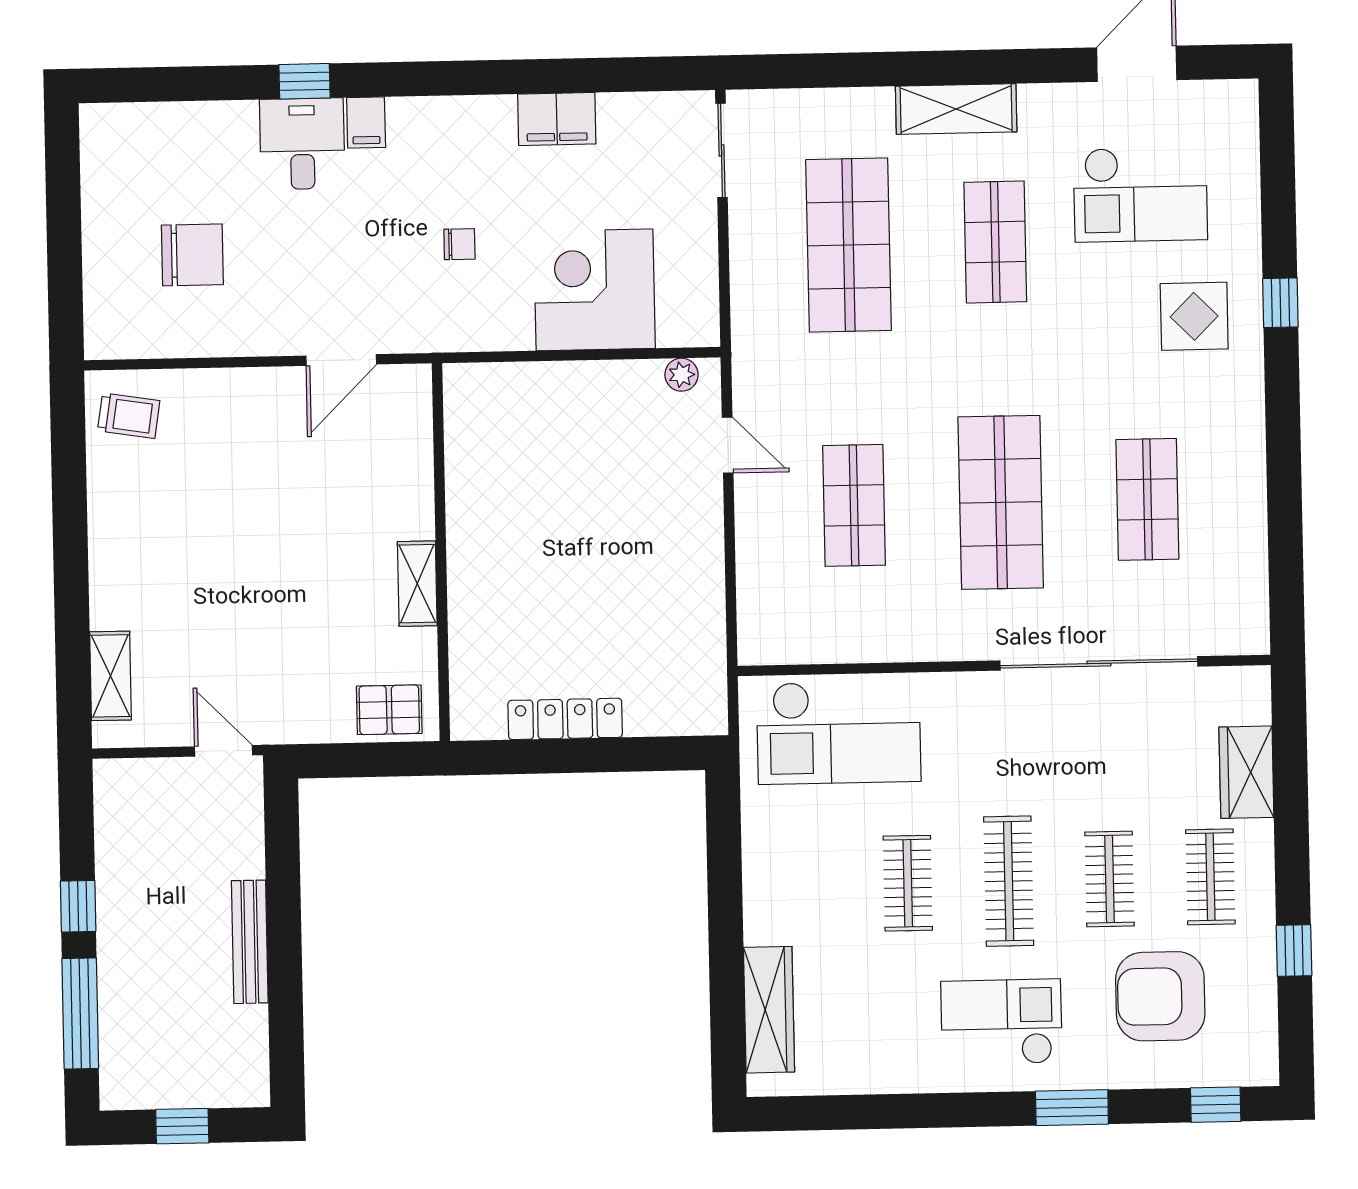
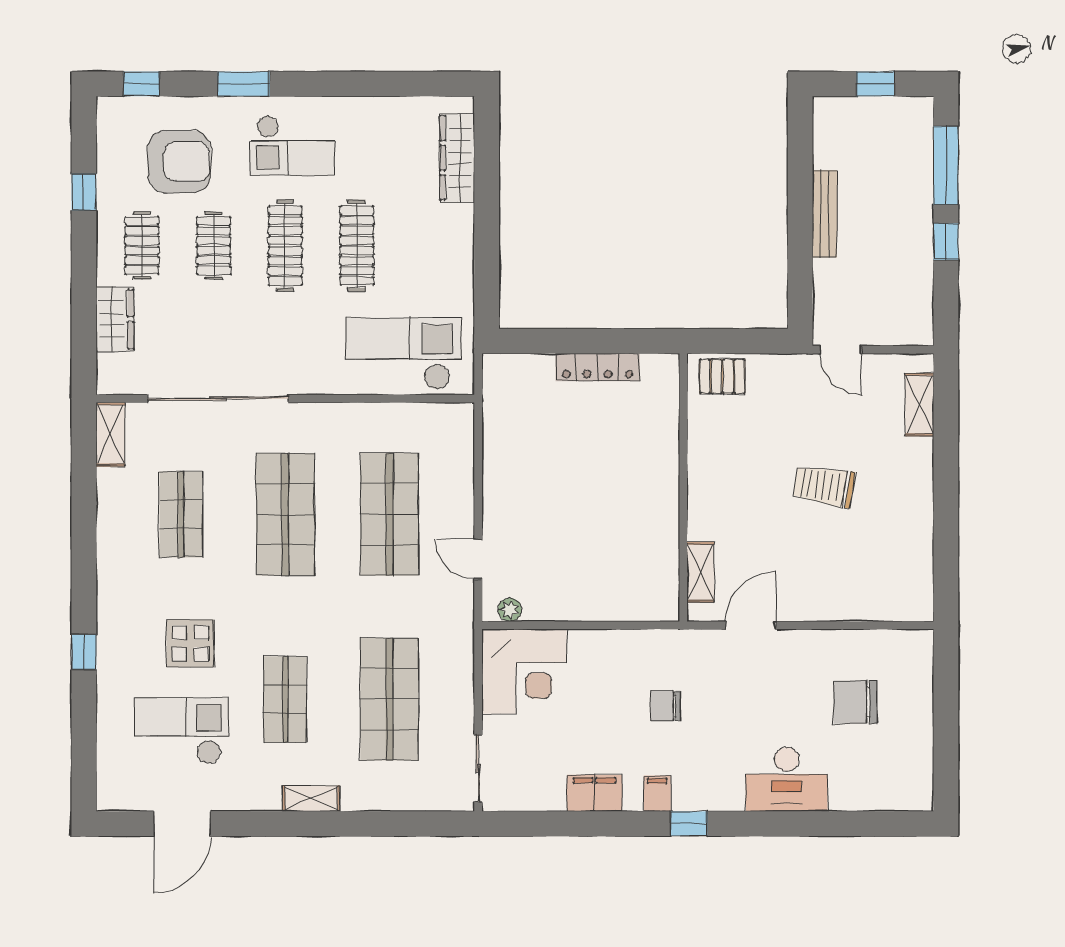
window: (304, 81) -> (689, 824), moved
shelving: (956, 109) -> (311, 799), width x0.67, depth x0.75
filing cabinet: (366, 122) -> (657, 793), moved
desk: (302, 144) -> (787, 779), width x1.37
chair: (459, 244) -> (665, 706), width x1.37, depth x1.37
corner desk: (594, 290) -> (524, 671), moved
display table: (1194, 316) -> (190, 643), moved
trolley: (129, 416) -> (824, 486), moved, width x1.36, depth x1.39
shop shelf: (854, 505) -> (389, 514), width x1.43, depth x1.36
shelving: (417, 584) -> (700, 572), moved
shelving: (1249, 610) -> (110, 434), added
clothes rail: (908, 883) -> (357, 246), width x1.36

